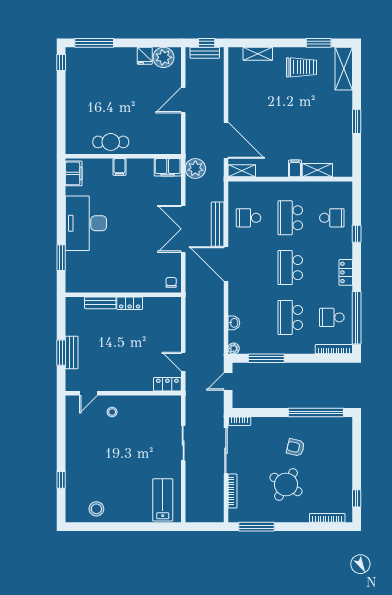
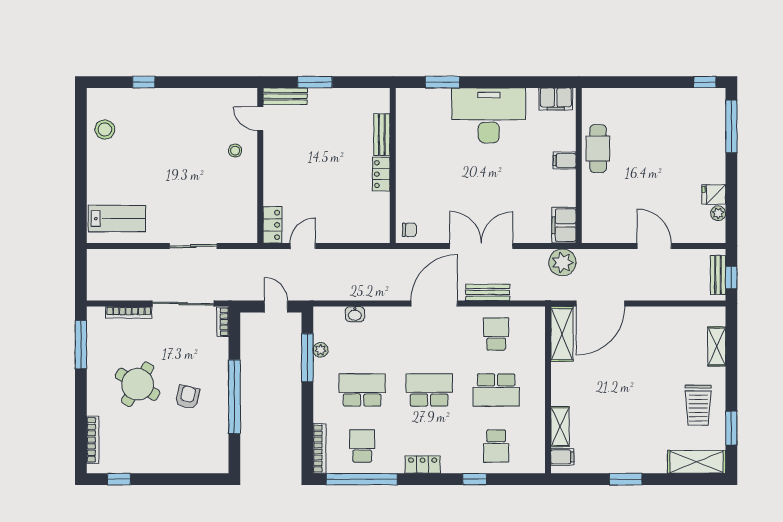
plant: (164, 57) -> (718, 213), width x0.53, depth x0.53
filing cabinet: (295, 168) -> (562, 457), moved
shelving: (242, 171) -> (562, 334), width x1.50, depth x1.33
school desk: (290, 218) -> (496, 390), turned 180
bench: (218, 224) -> (488, 292), width x0.73
plant: (234, 348) -> (320, 350), moved
bench: (72, 352) -> (285, 96), moved
window: (316, 412) -> (234, 397), moved

